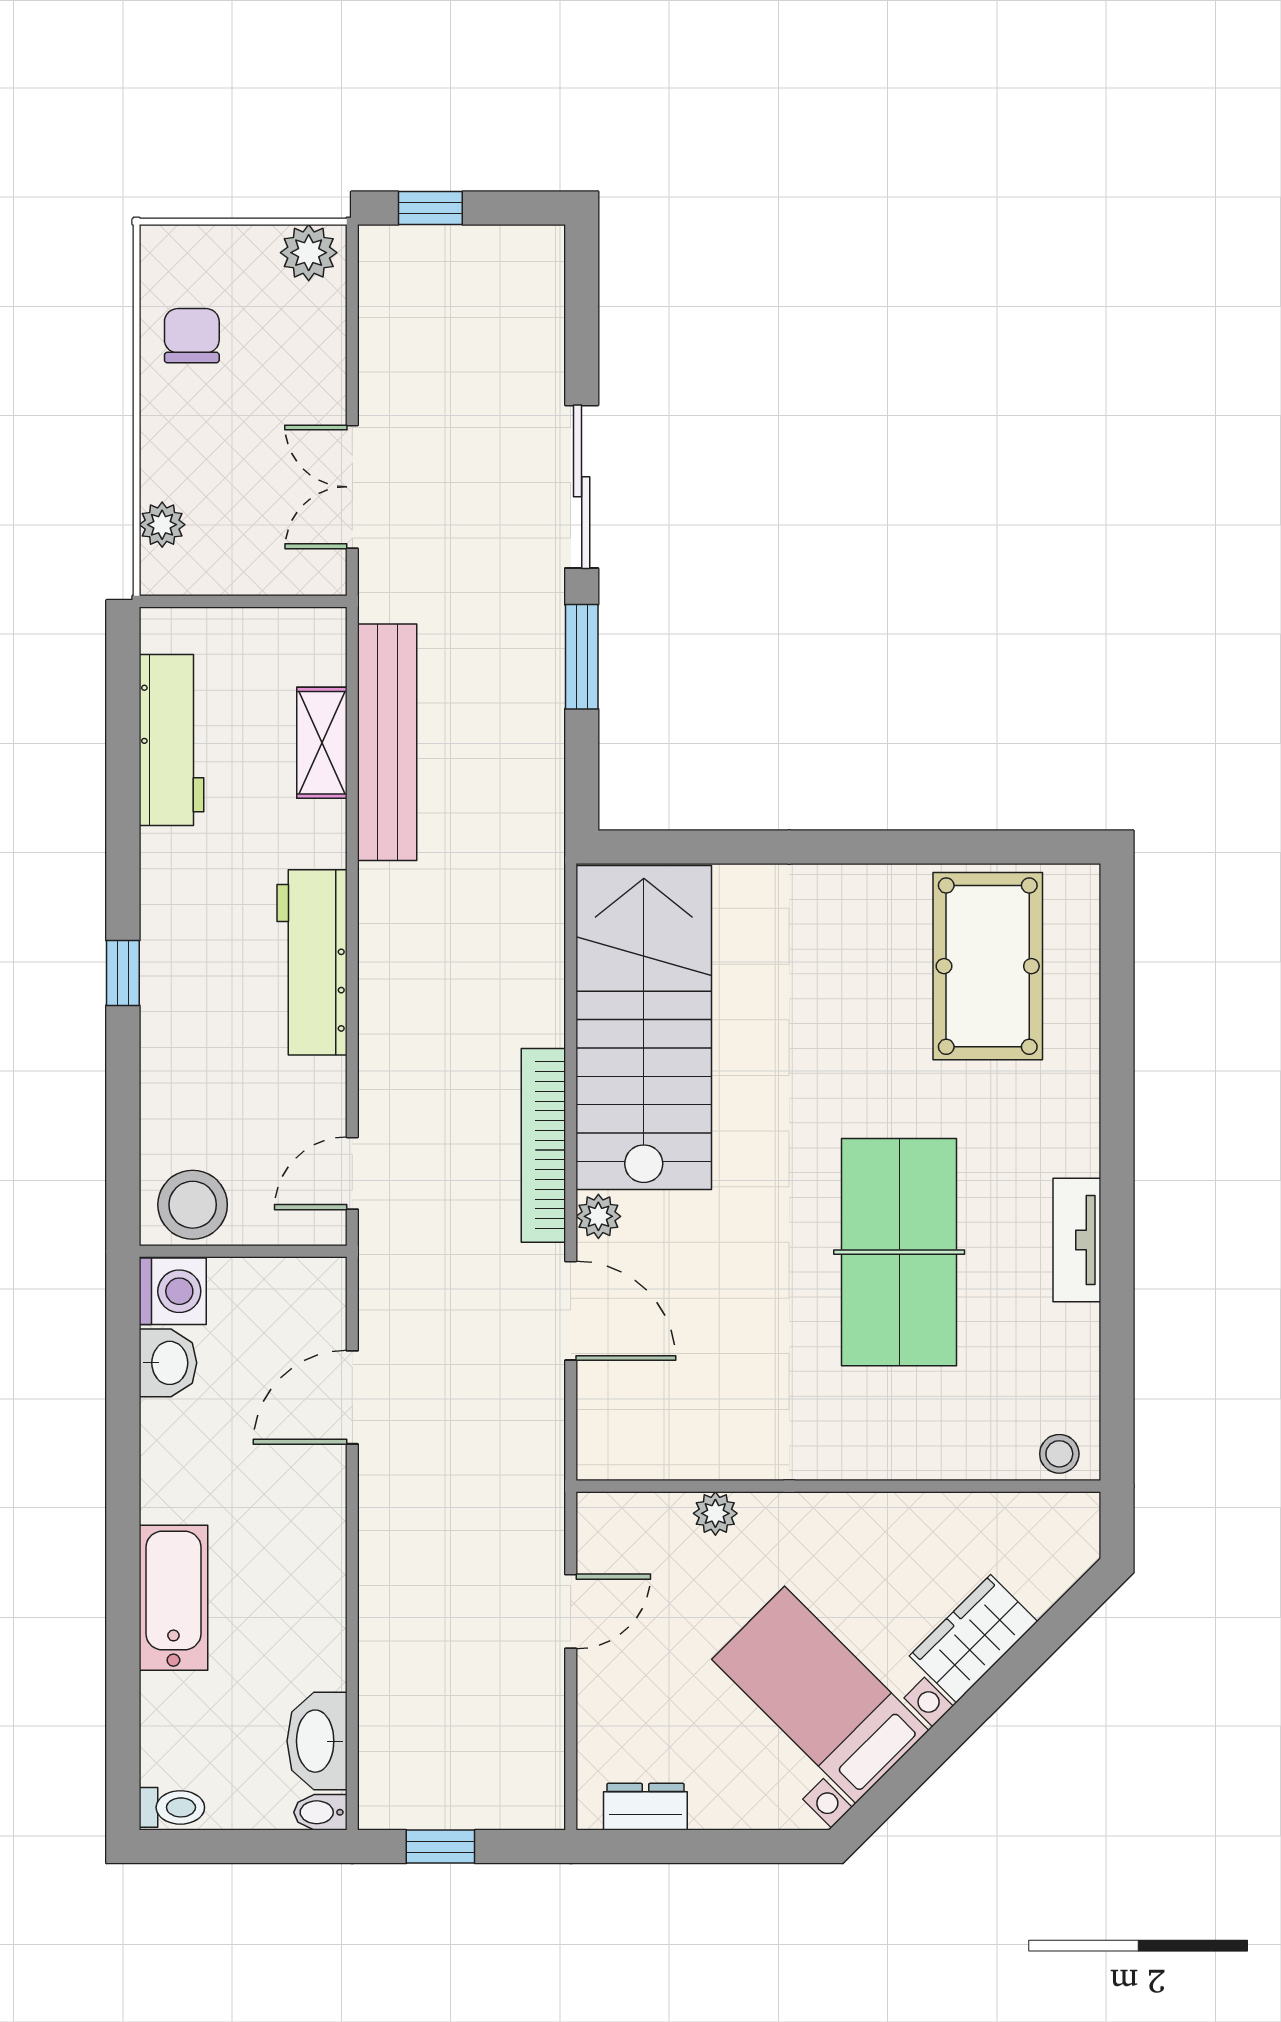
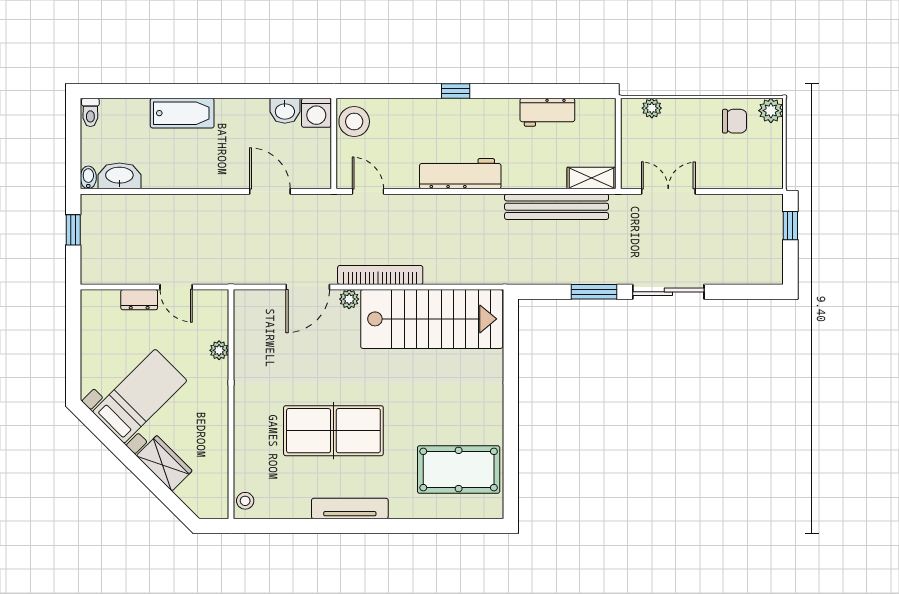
plant: (309, 253) -> (771, 111), moved
workbench: (171, 740) -> (547, 112), width x0.73
shelving: (322, 743) -> (592, 178), moved
tv unit: (1077, 1240) -> (350, 509), width x1.41
dresser: (645, 1807) -> (139, 300), moved, turned 90

